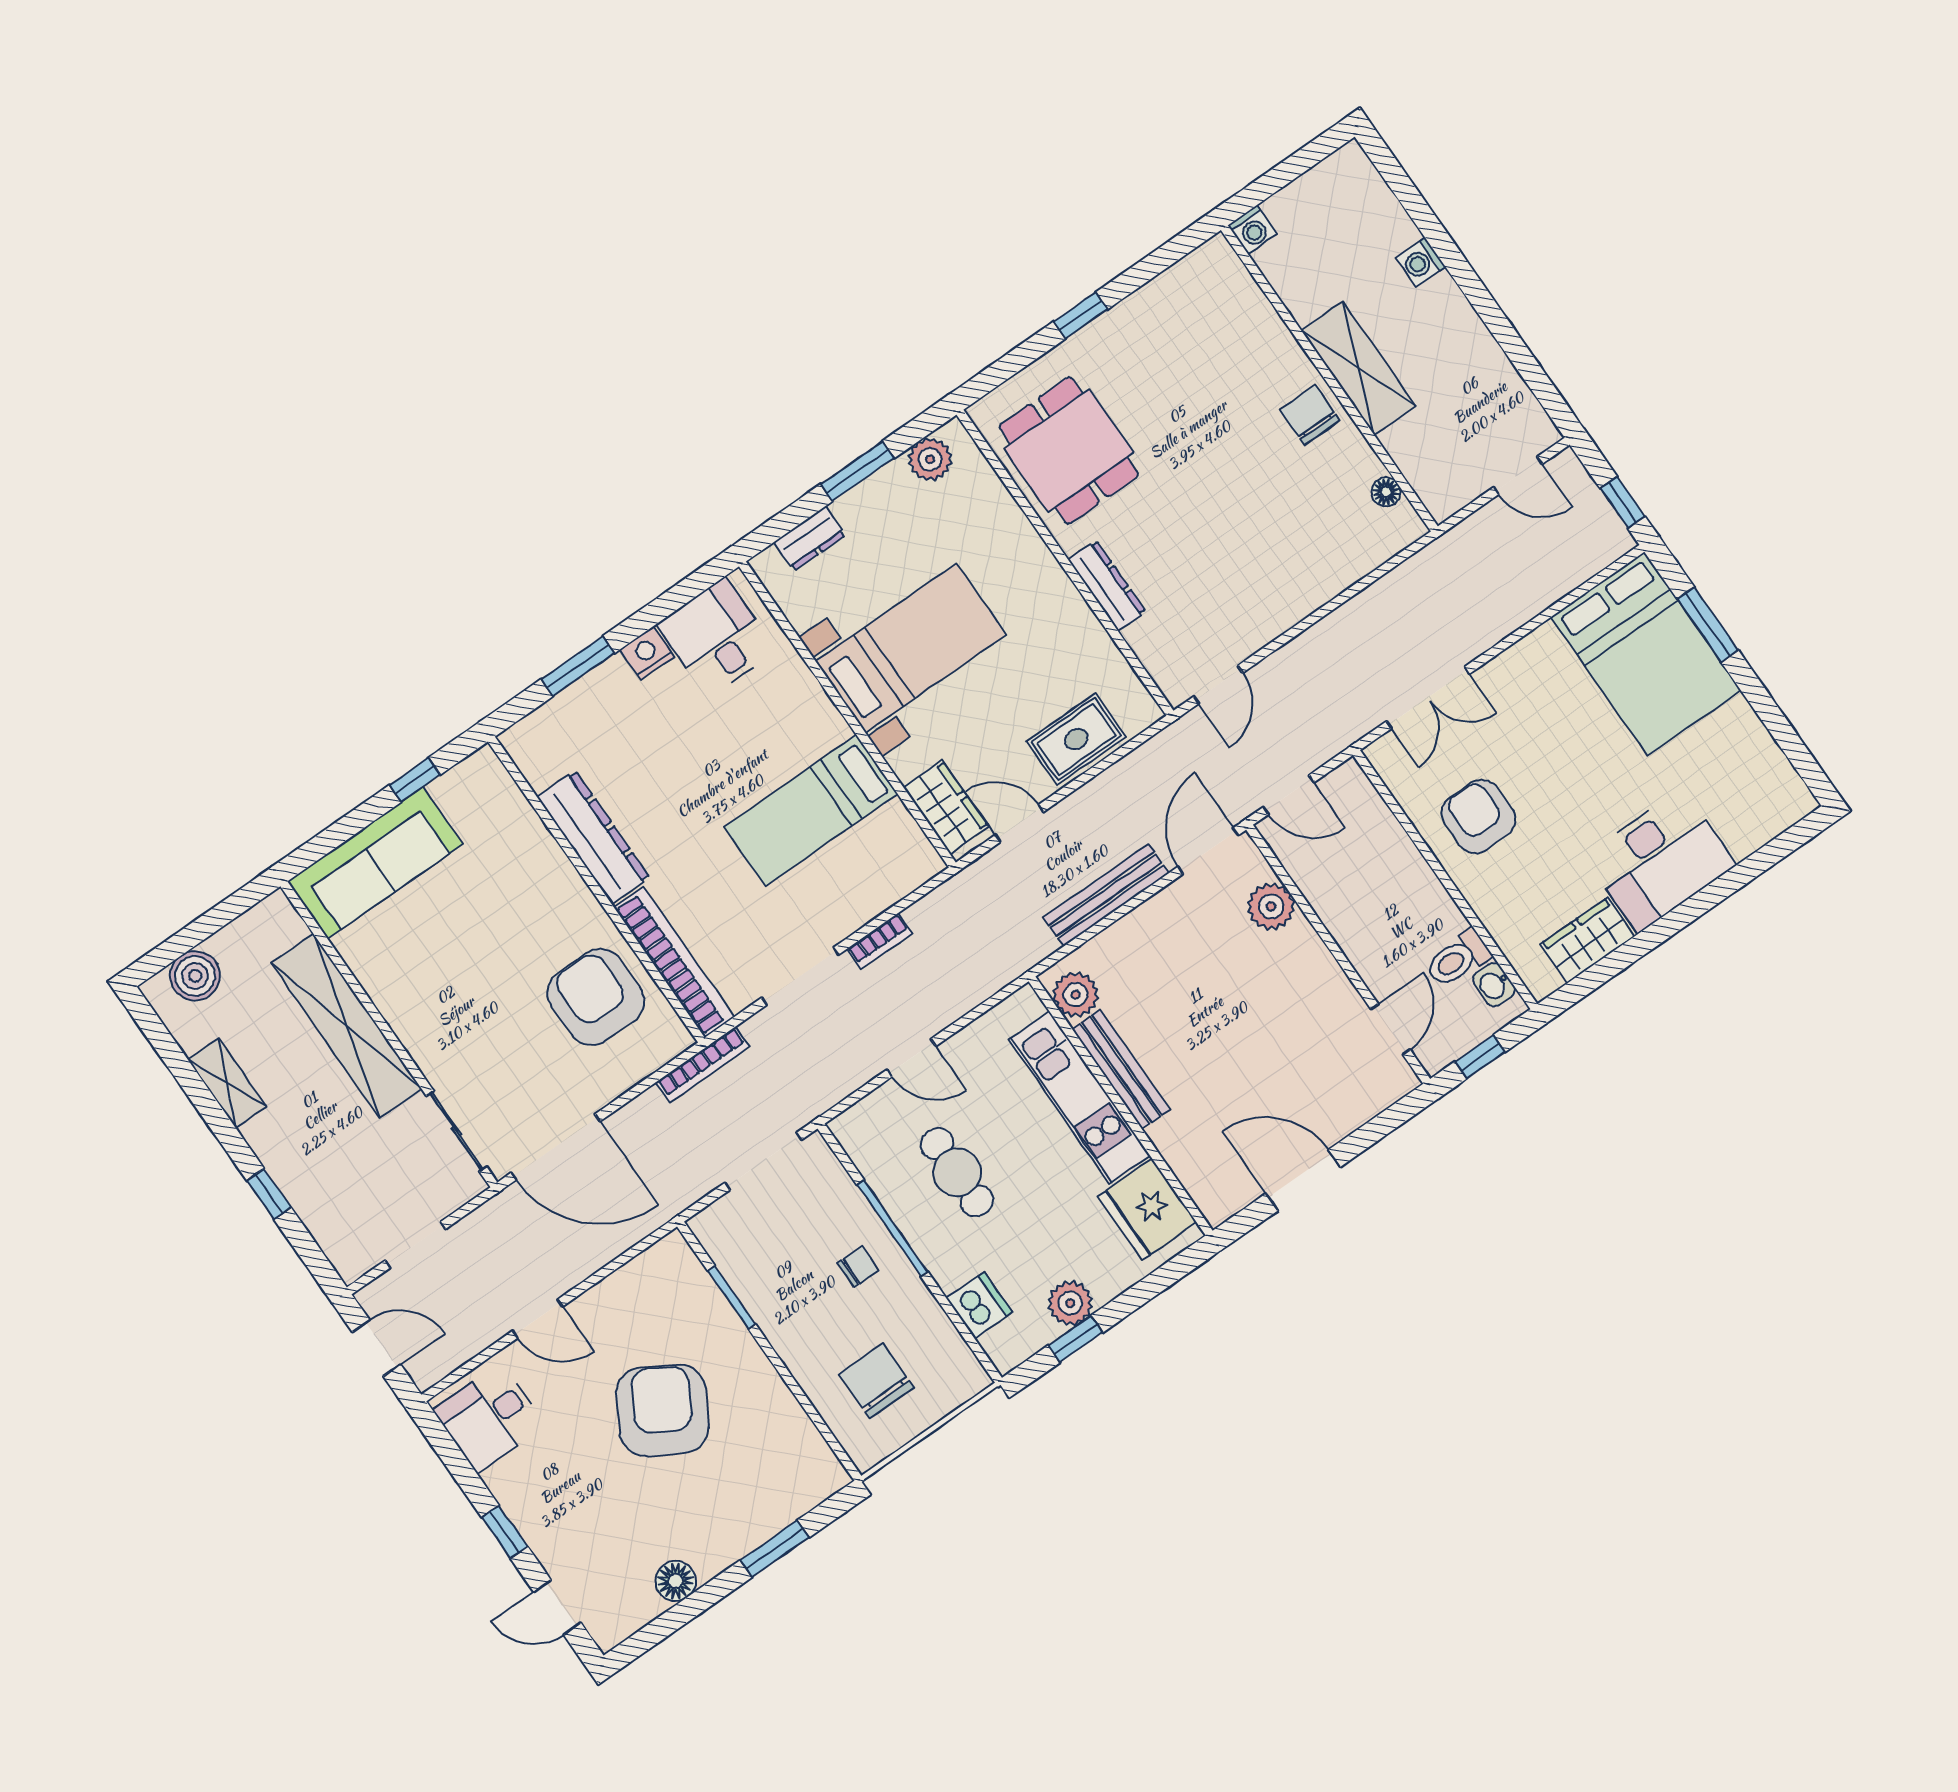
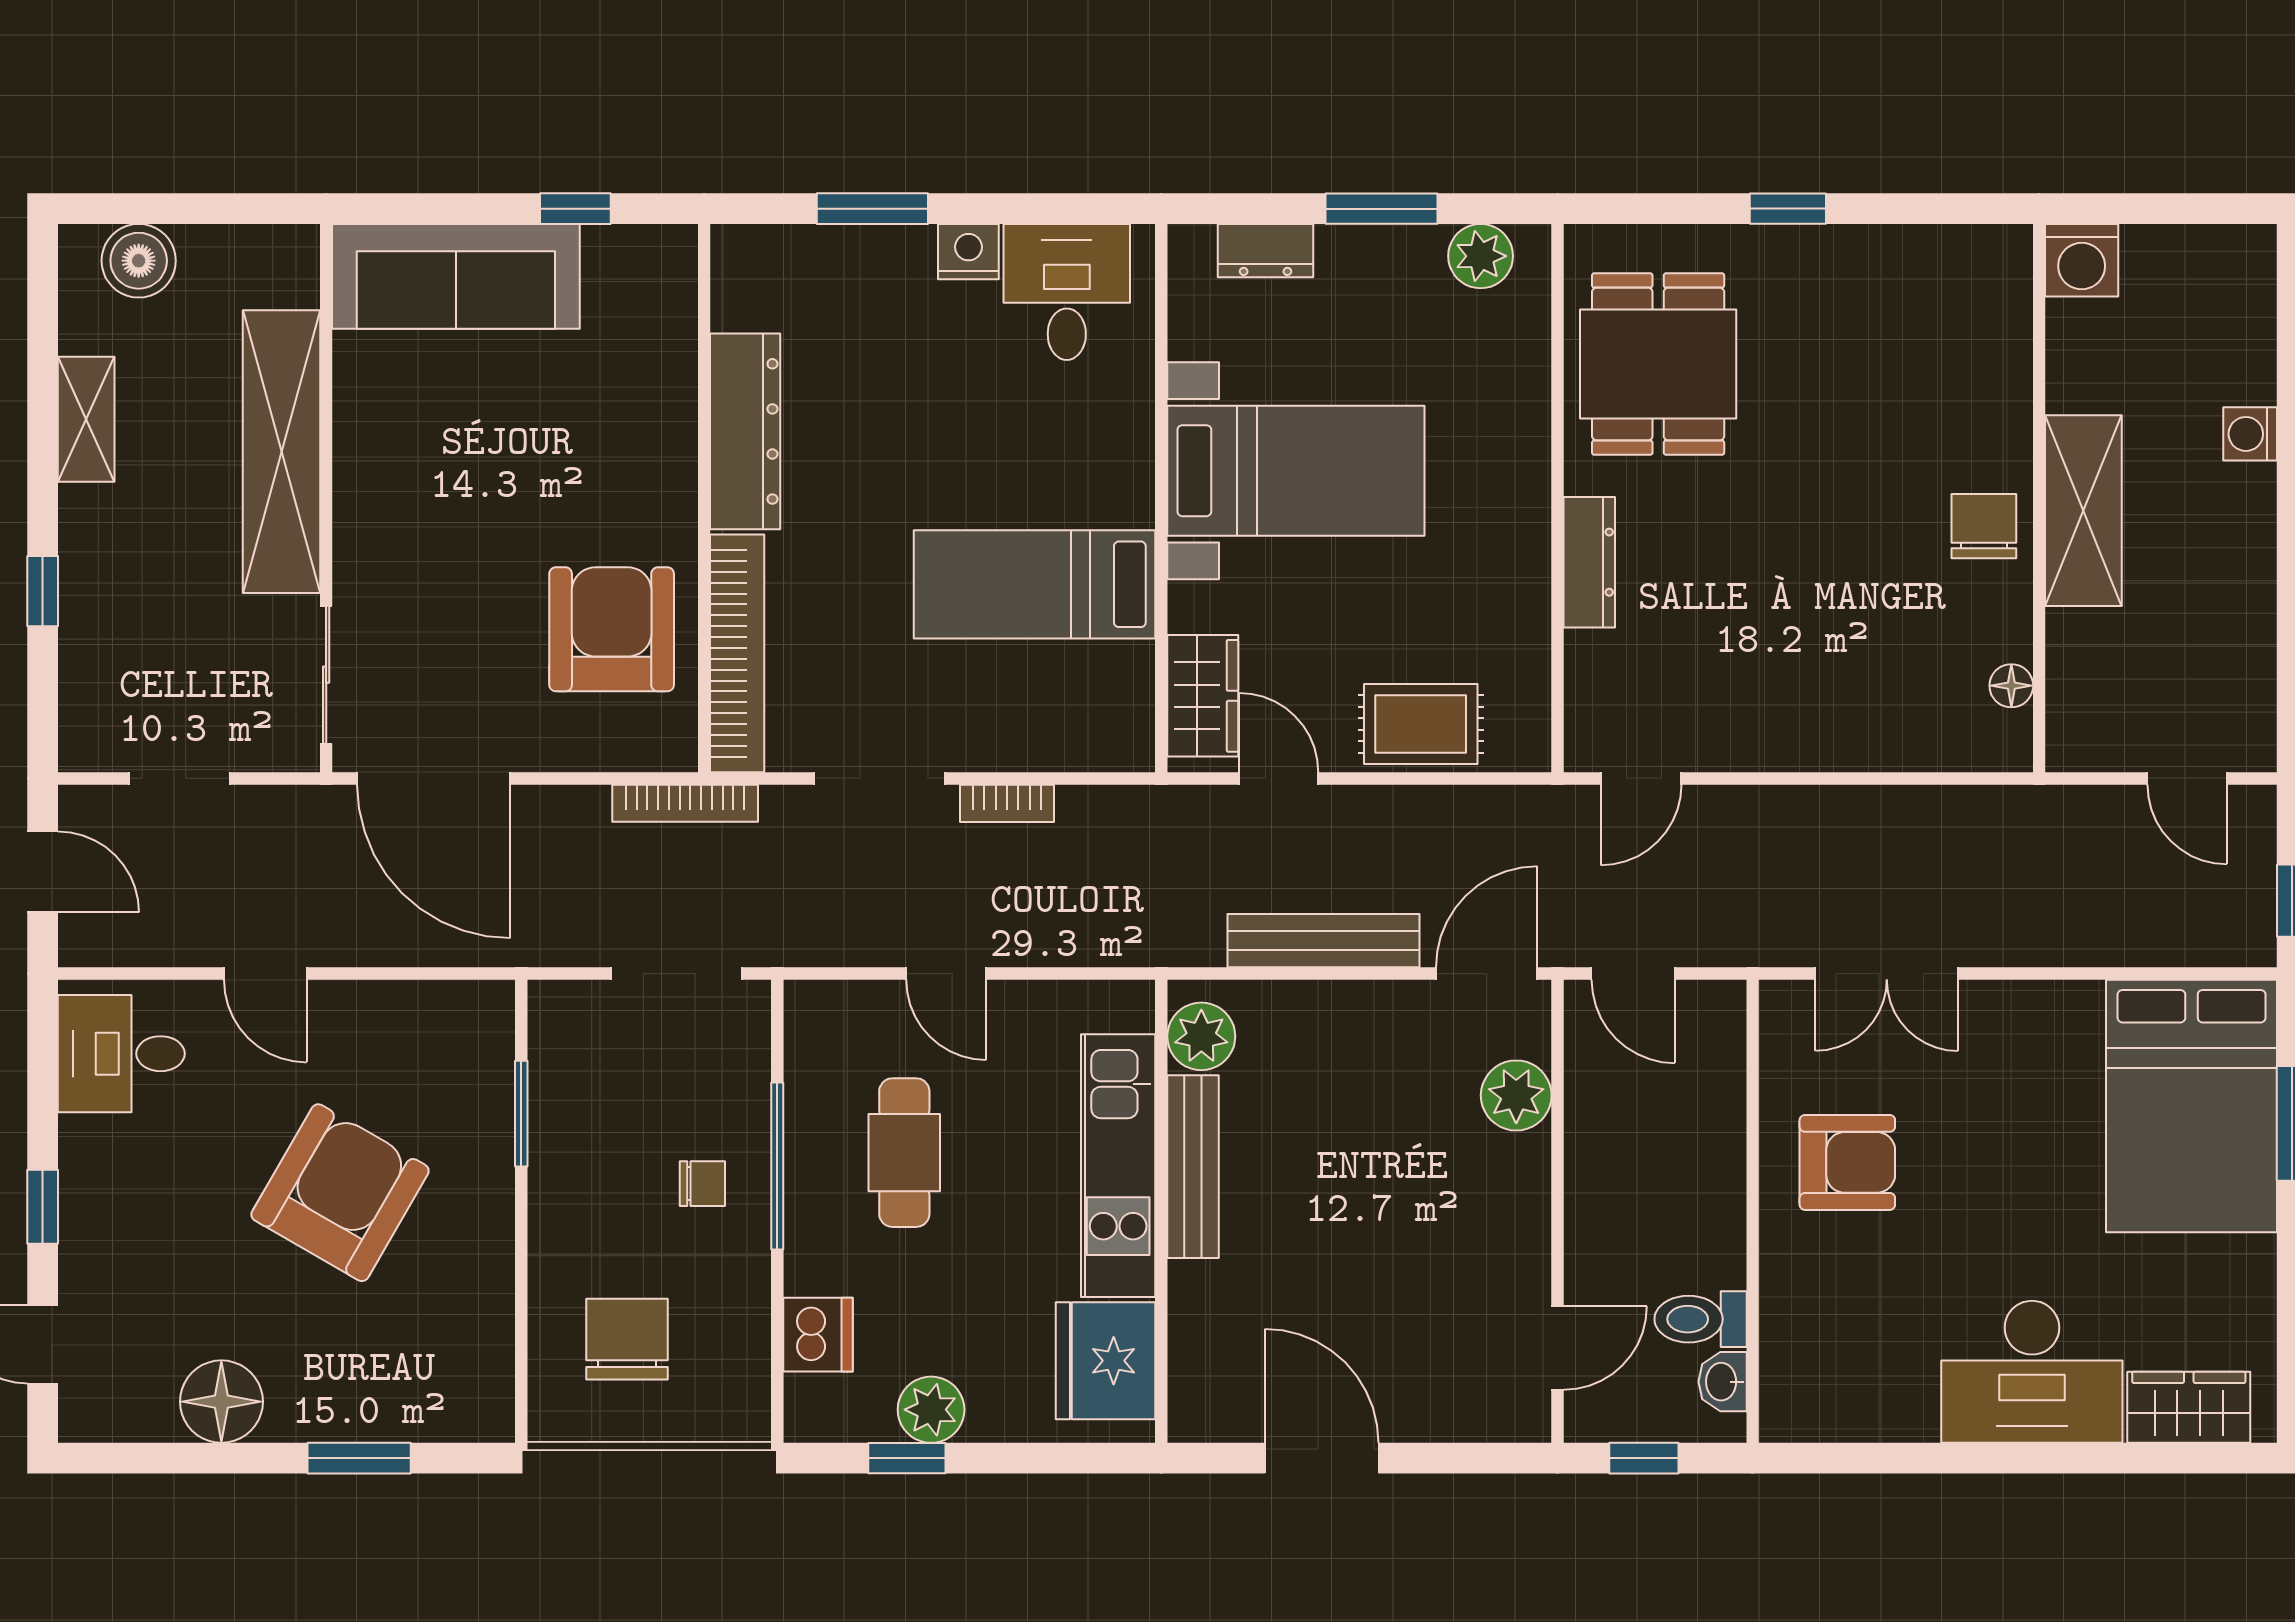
washing machine: (1252, 230) -> (2082, 260), width x1.38, depth x1.38
armchair: (1479, 816) -> (1847, 1162), turned 90
wardrobe: (1588, 940) -> (2189, 1407), moved
floor lamp: (676, 1581) -> (221, 1402), width x1.38, depth x1.38

